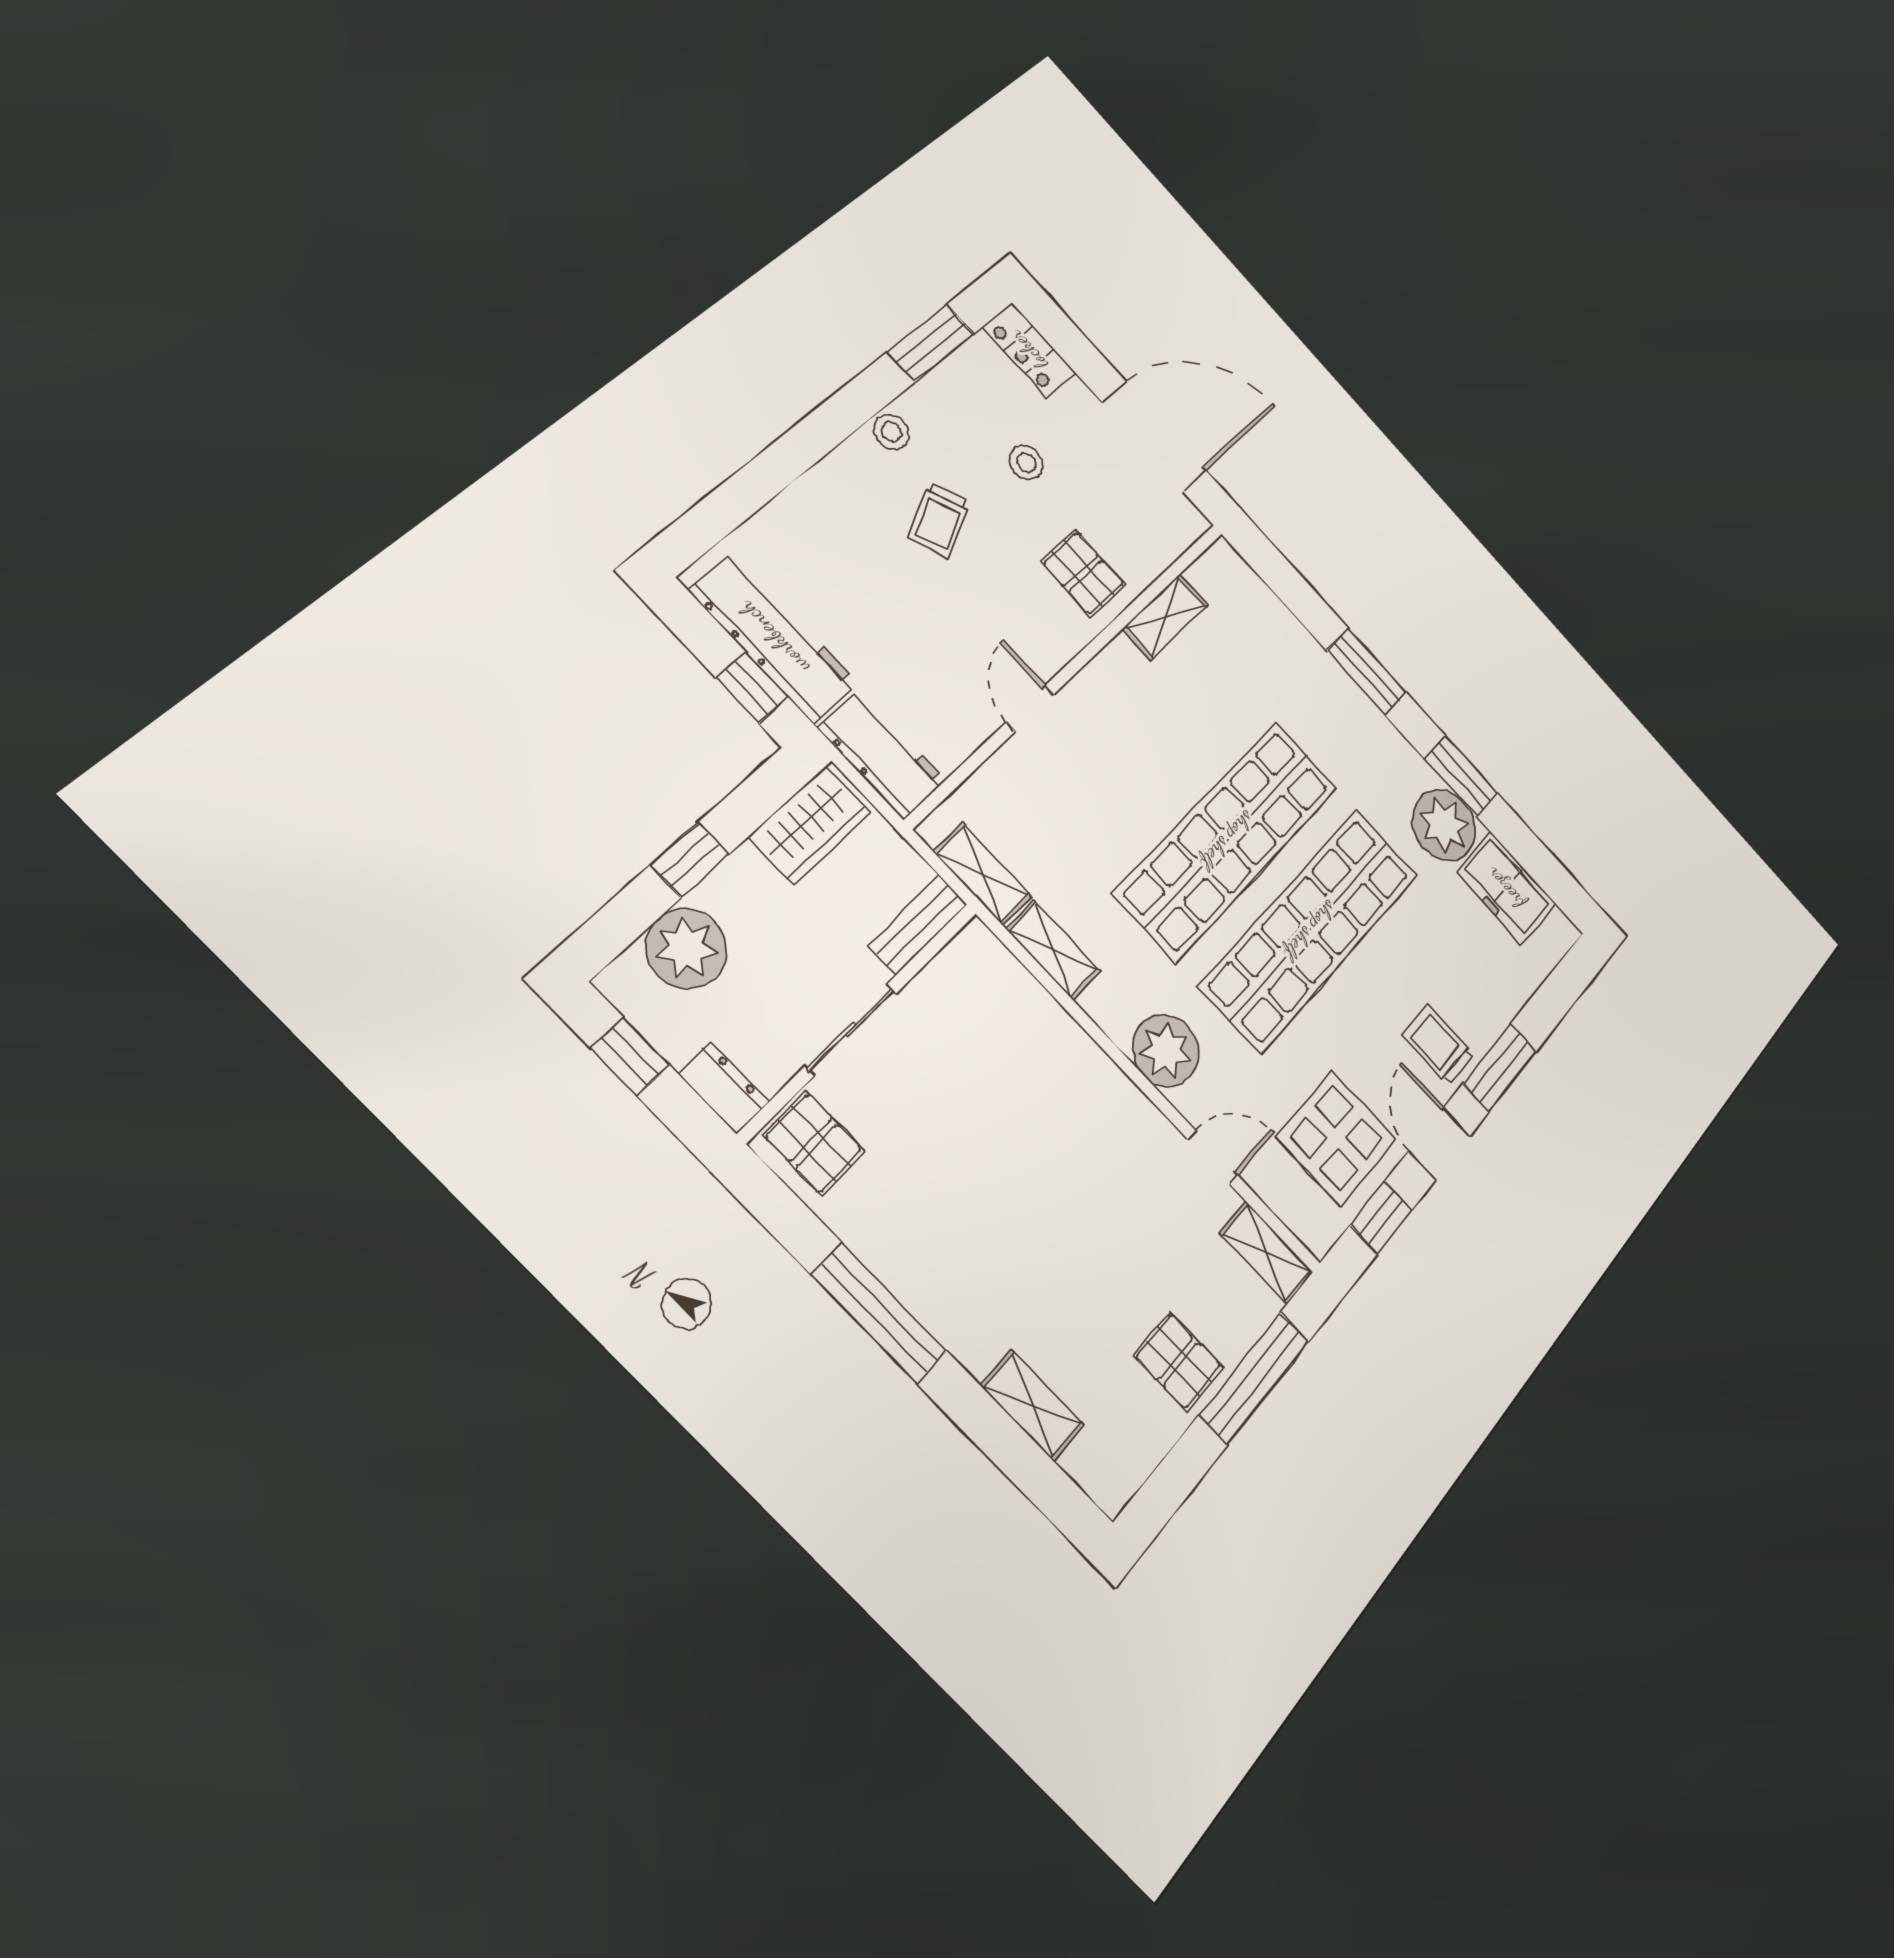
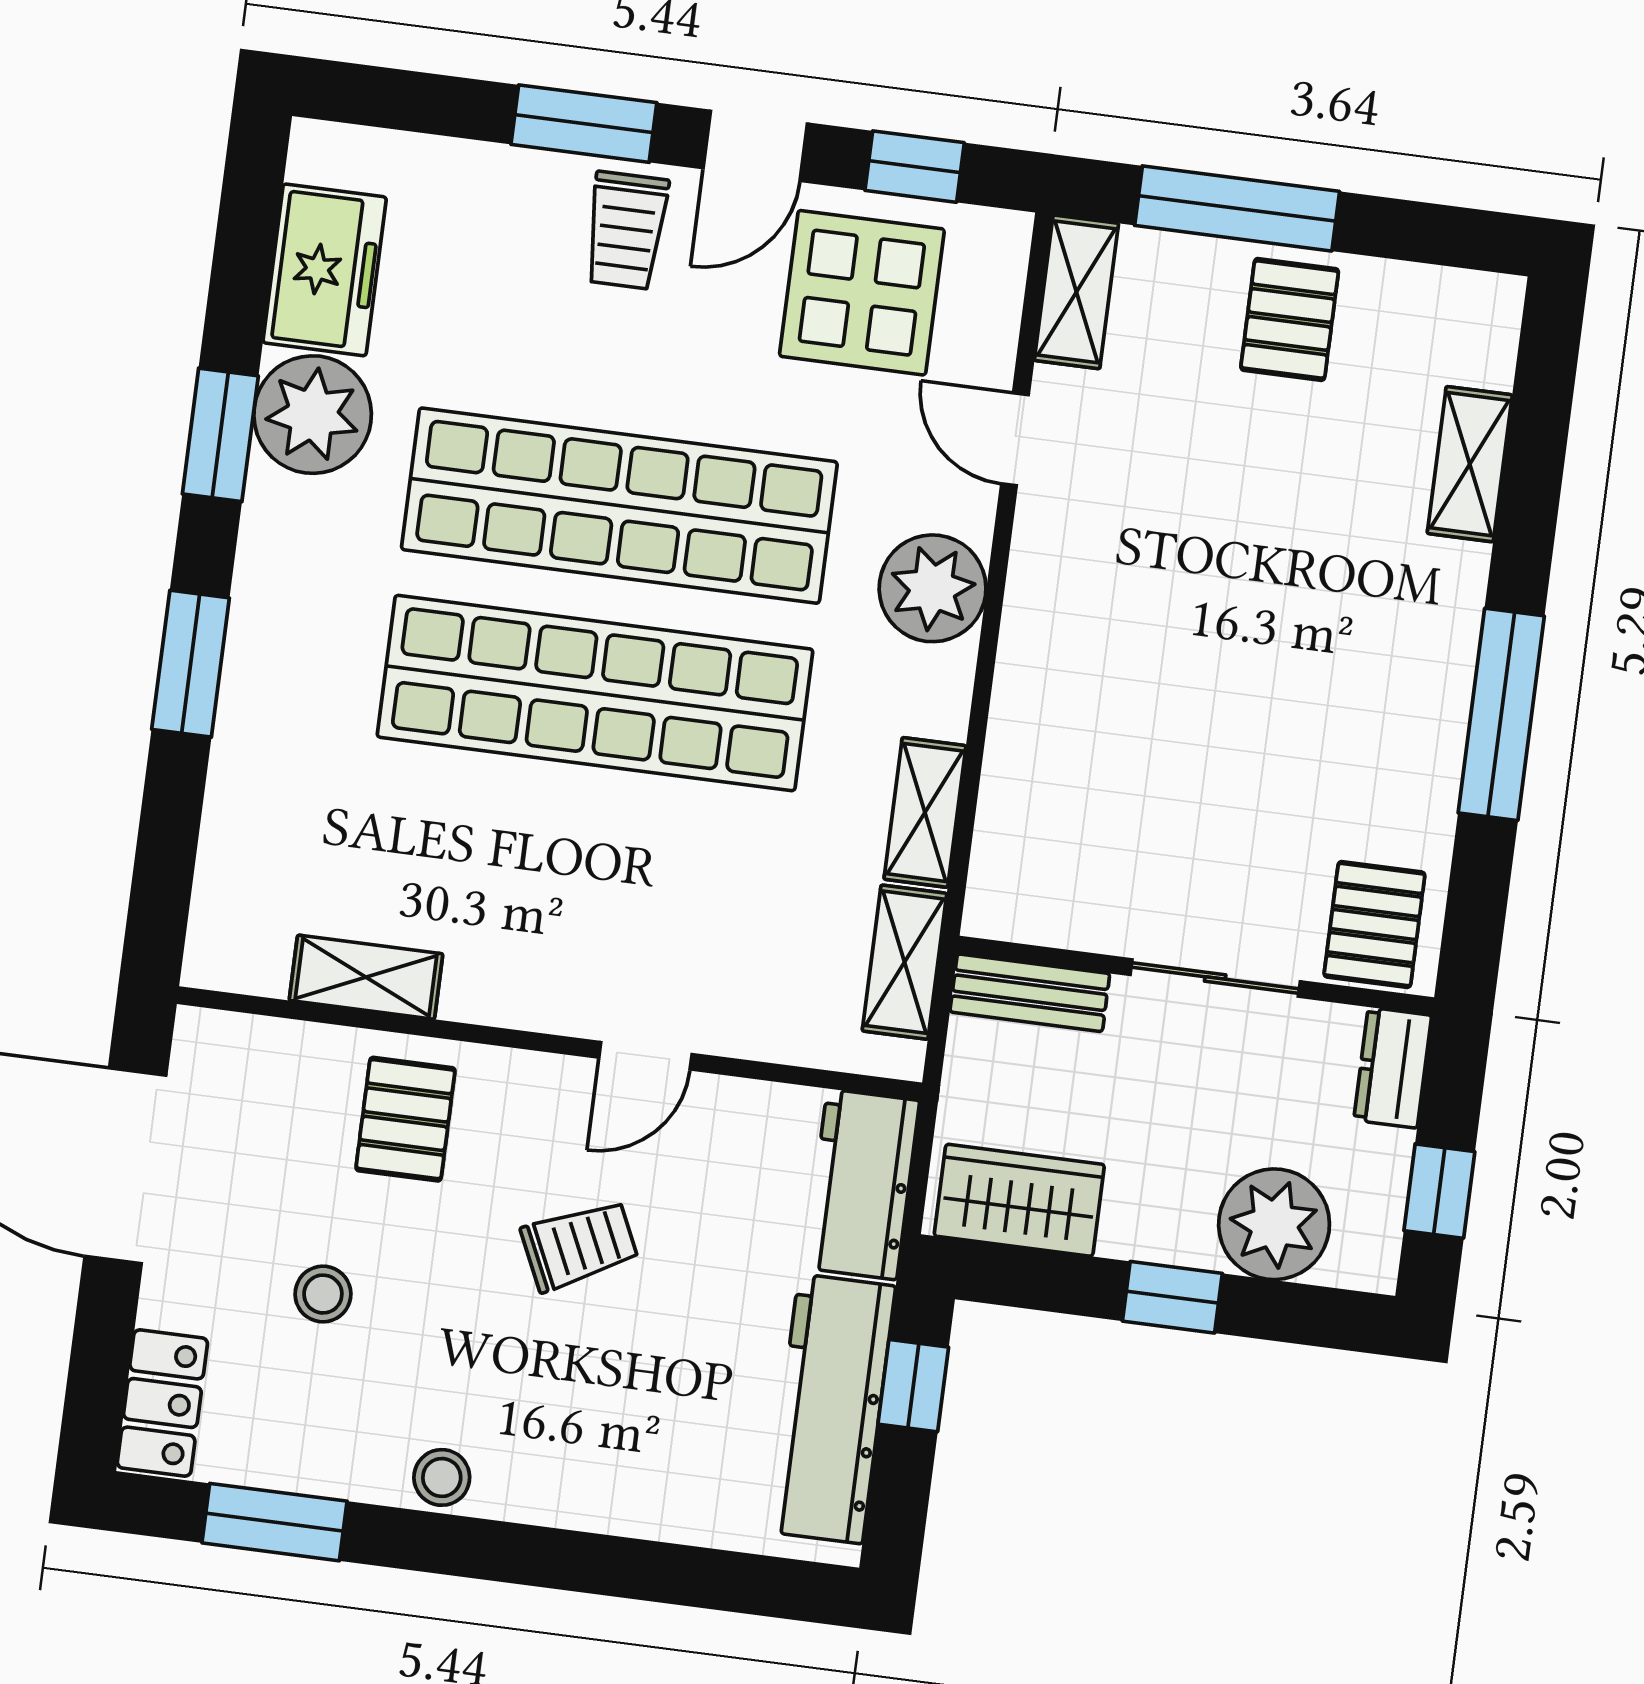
trolley: (939, 520) -> (579, 1245), moved

